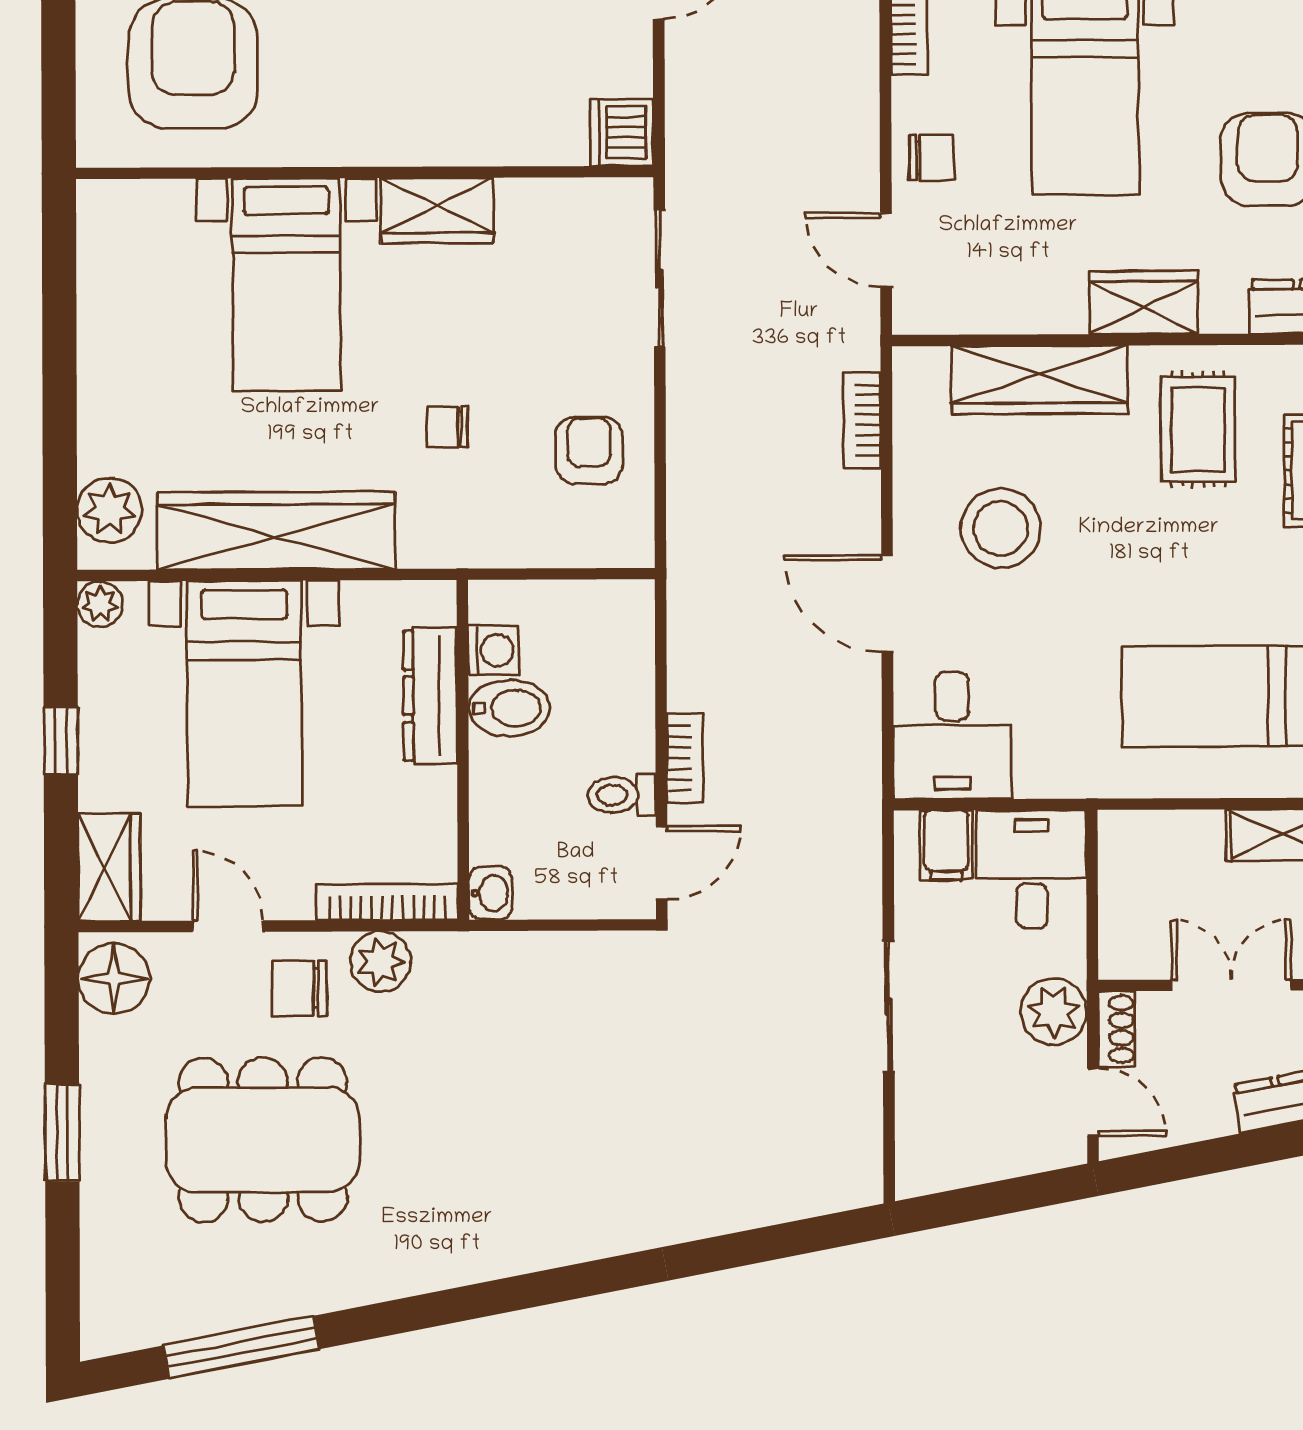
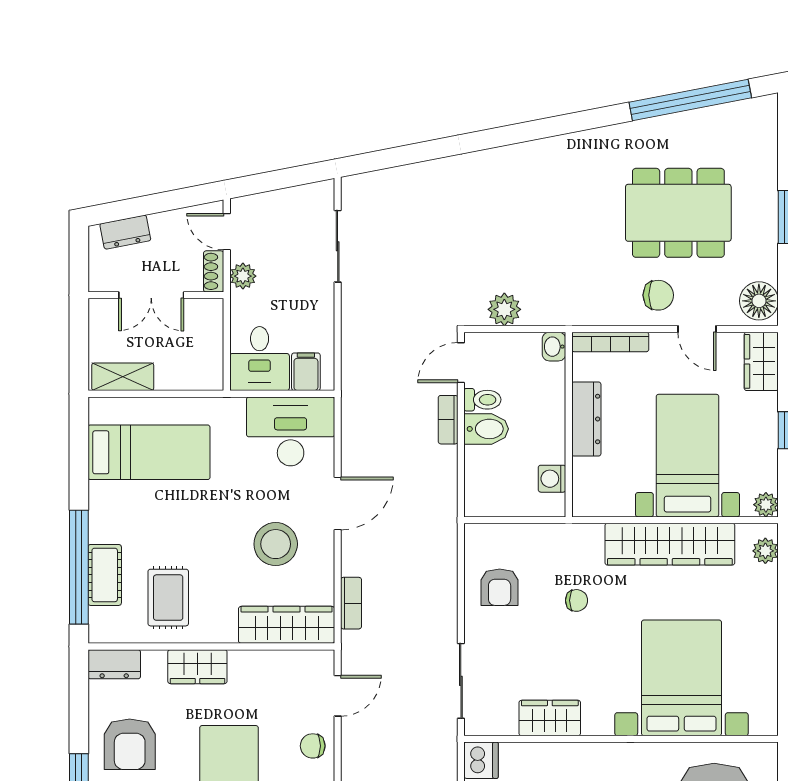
wardrobe: (437, 211) -> (550, 718), moved
door: (886, 250) -> (338, 696), hinge flipped
bed with nightstands: (286, 285) -> (681, 678), width x1.36
wardrobe: (1039, 380) -> (287, 625), moved
plant: (109, 510) -> (765, 551), width x0.73, depth x0.73
door: (887, 604) -> (338, 503), hinge flipped
dresser: (430, 696) -> (586, 419), moved
bidet: (509, 708) -> (486, 429), moved, turned 180
desk: (952, 736) -> (291, 431), width x1.37
plant: (381, 962) -> (504, 309), moved
sliding door: (889, 1006) -> (338, 246), moved
plant: (1054, 1012) -> (243, 276), width x0.73, depth x0.73
window: (242, 1347) -> (690, 100), width x1.46

